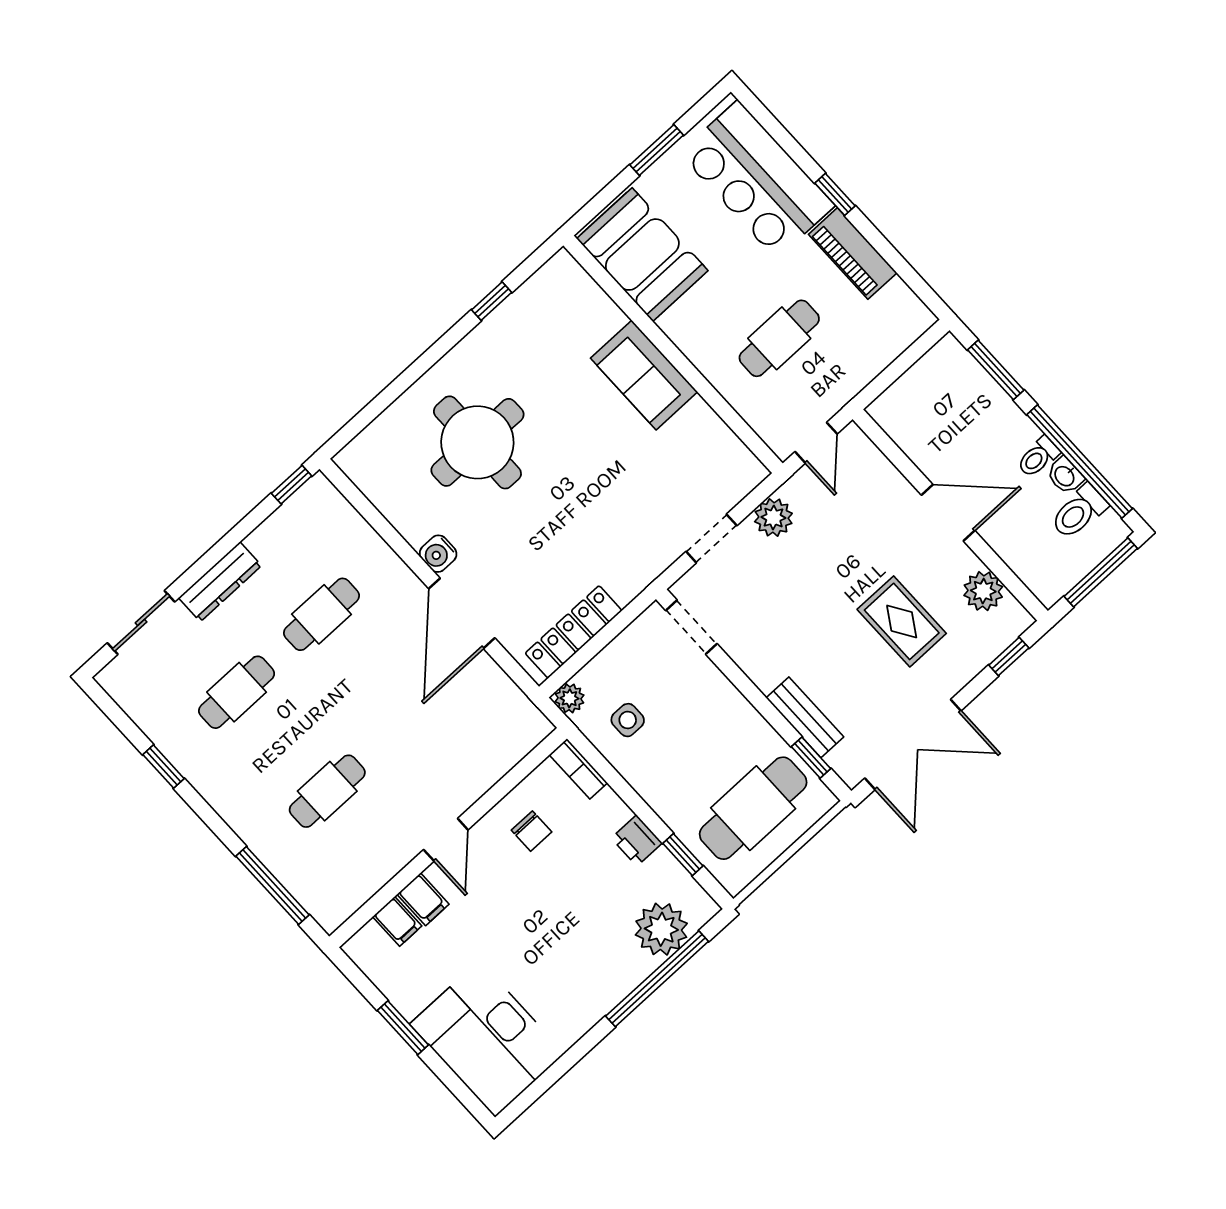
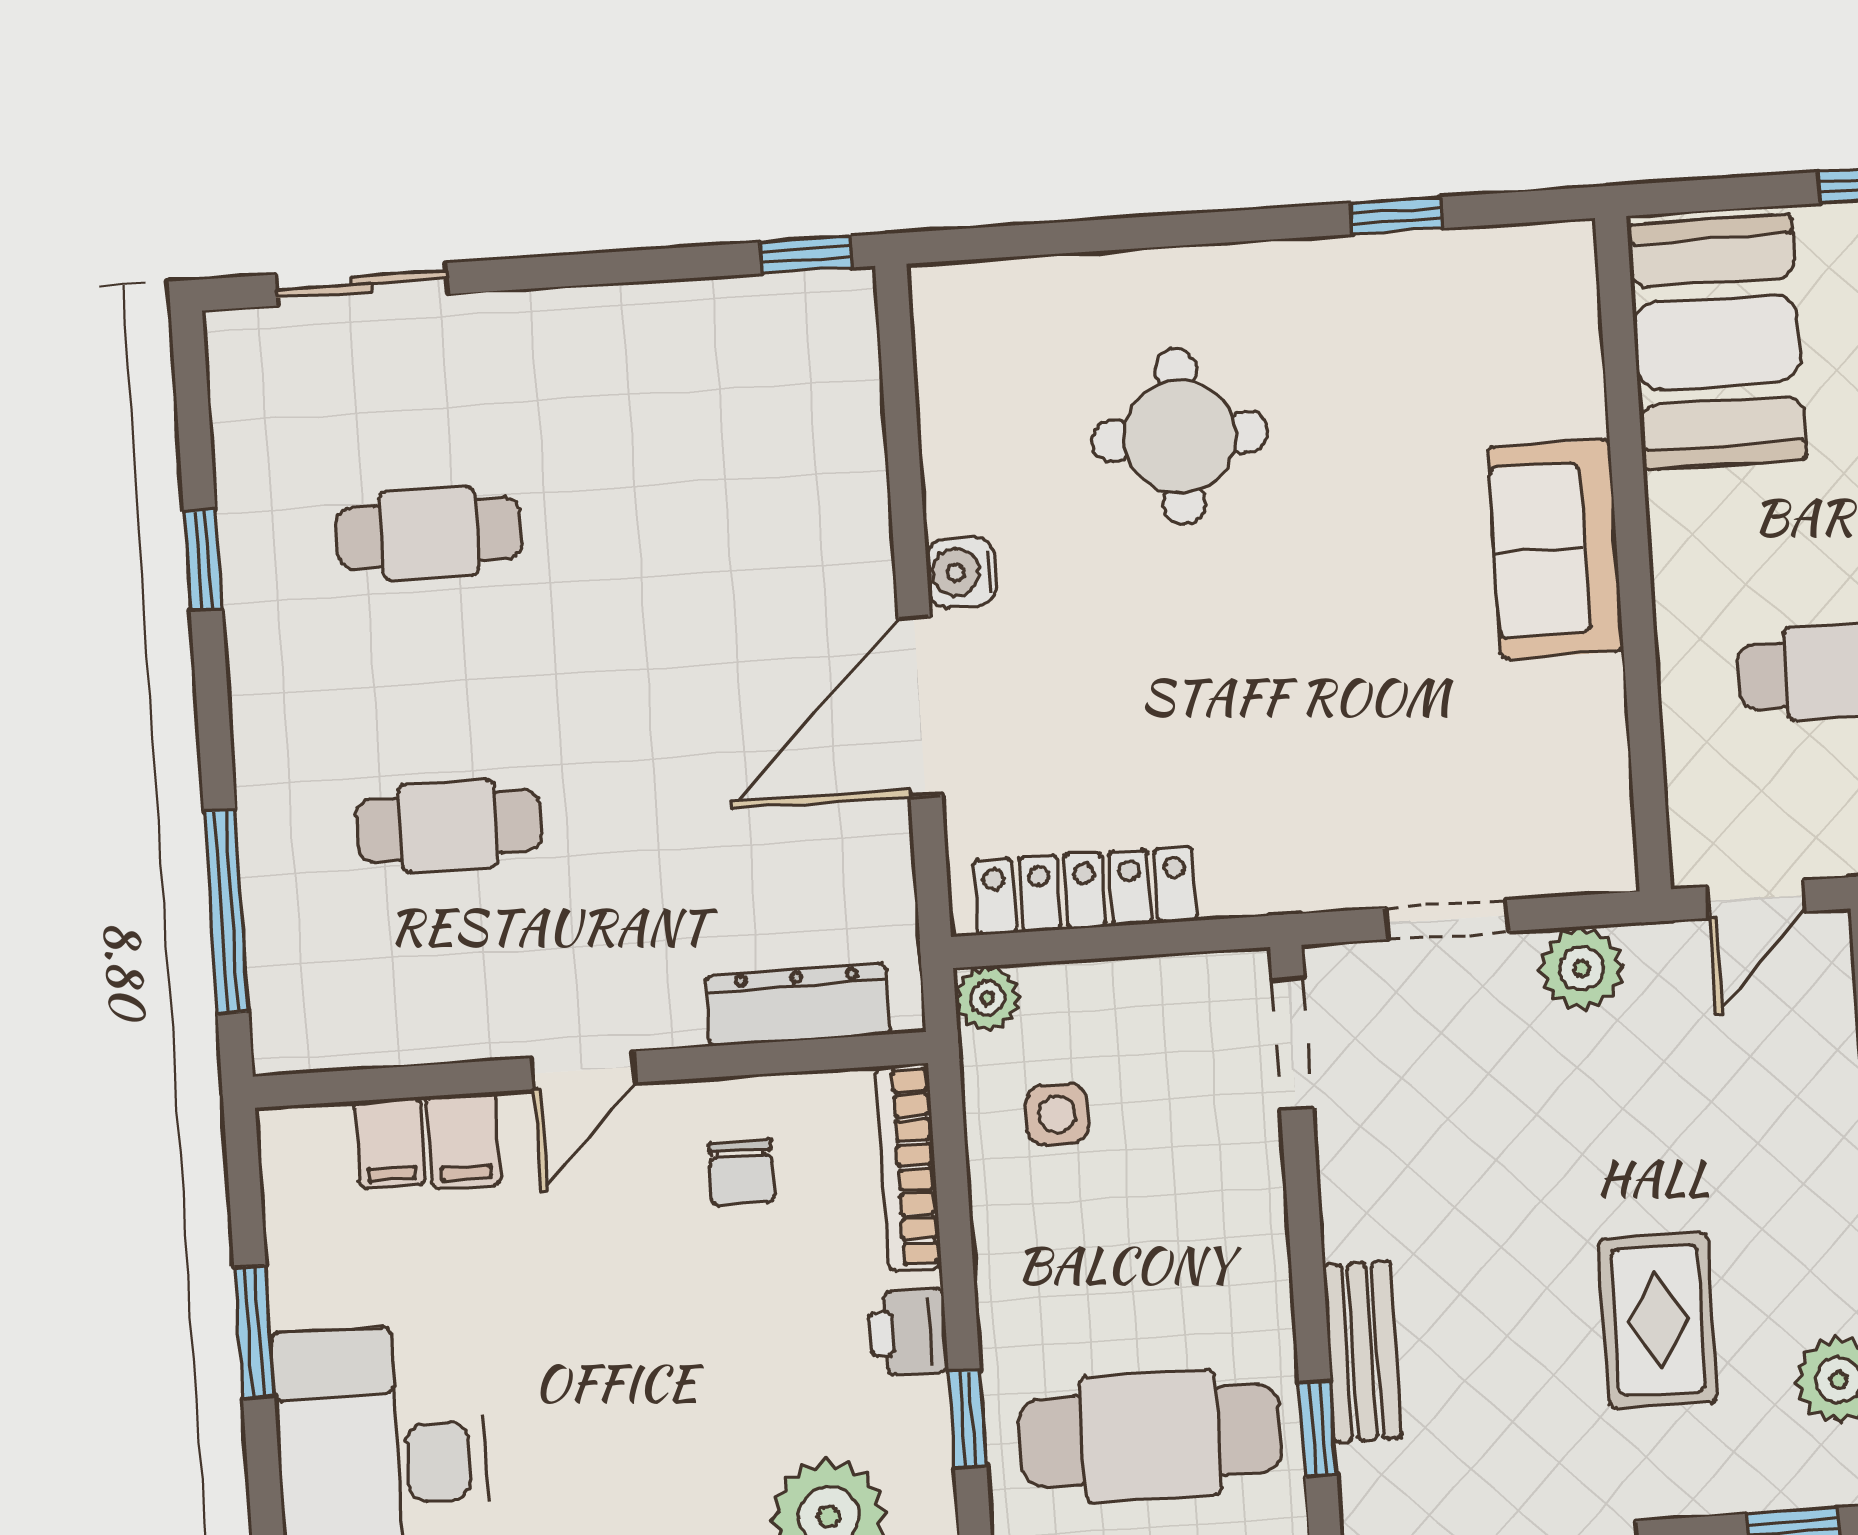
round table: (477, 442) -> (1180, 437), width x0.73, depth x0.73
dresser: (220, 582) -> (798, 1005), moved, turned 180
cafe table: (322, 614) -> (680, 517), removed
bookcase: (578, 769) -> (909, 1167), width x1.56

